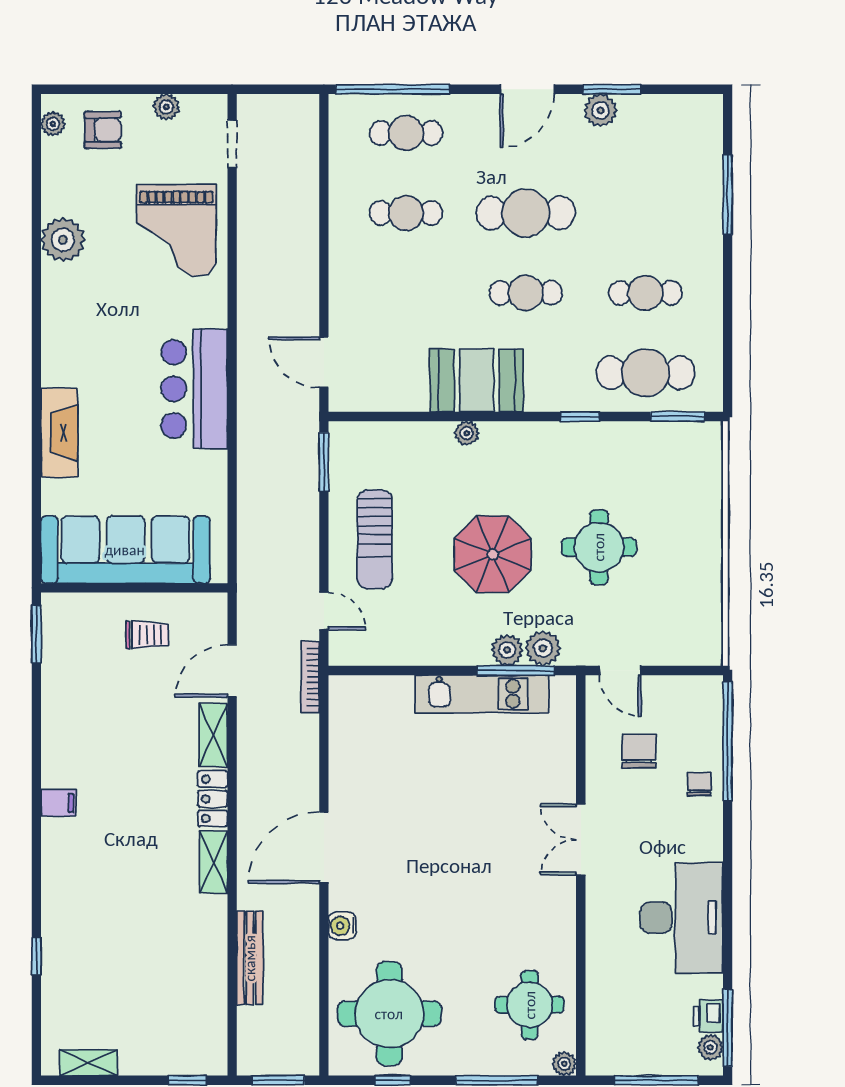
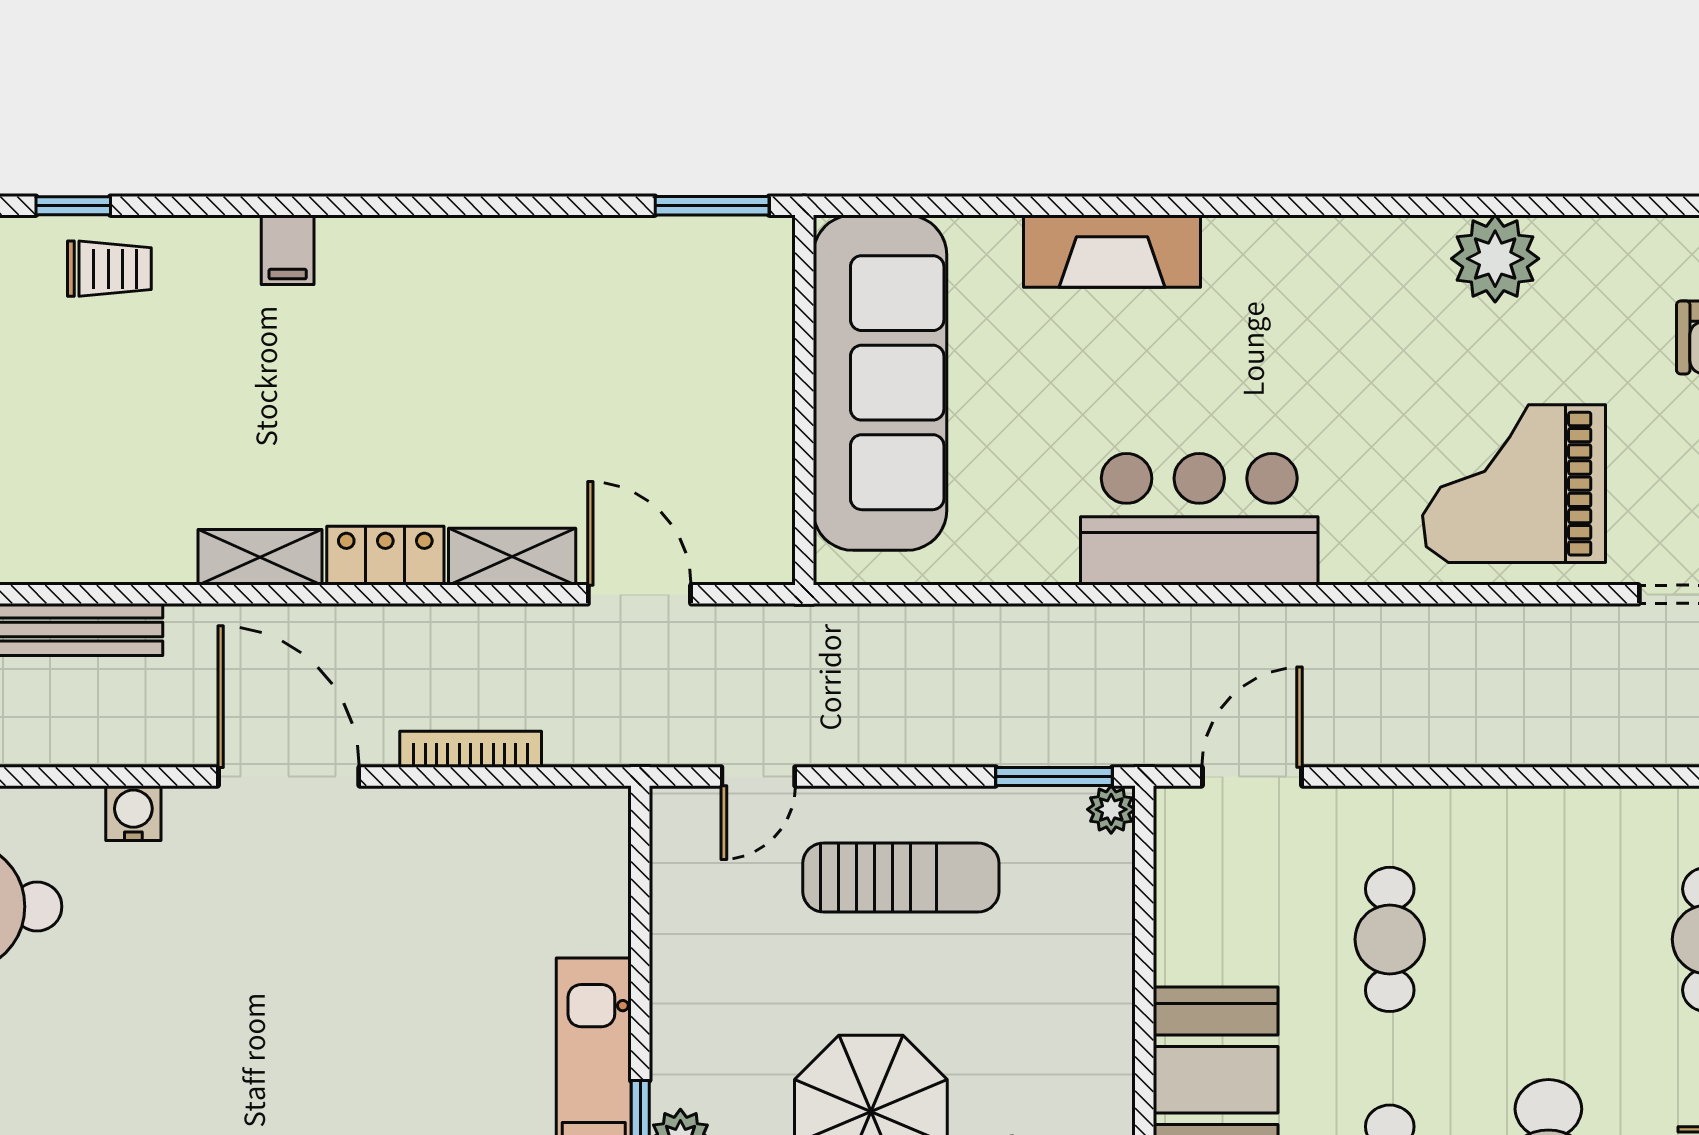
cafe table: (406, 213) -> (1390, 939), moved
plant: (467, 433) -> (1111, 809), moved
sun lounger: (375, 539) -> (901, 877), turned 180
trolley: (147, 635) -> (109, 269), moved, turned -90
bookcase: (310, 677) -> (471, 749), moved
filing cabinet: (59, 803) -> (288, 250), moved

